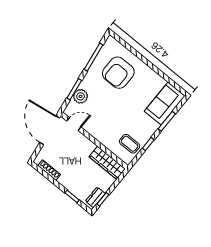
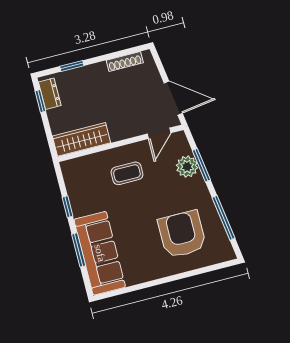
sofa: (165, 104) -> (100, 253), width x1.36
door: (50, 130) -> (173, 98), width x0.73
coffee table: (130, 144) -> (127, 173), moved

